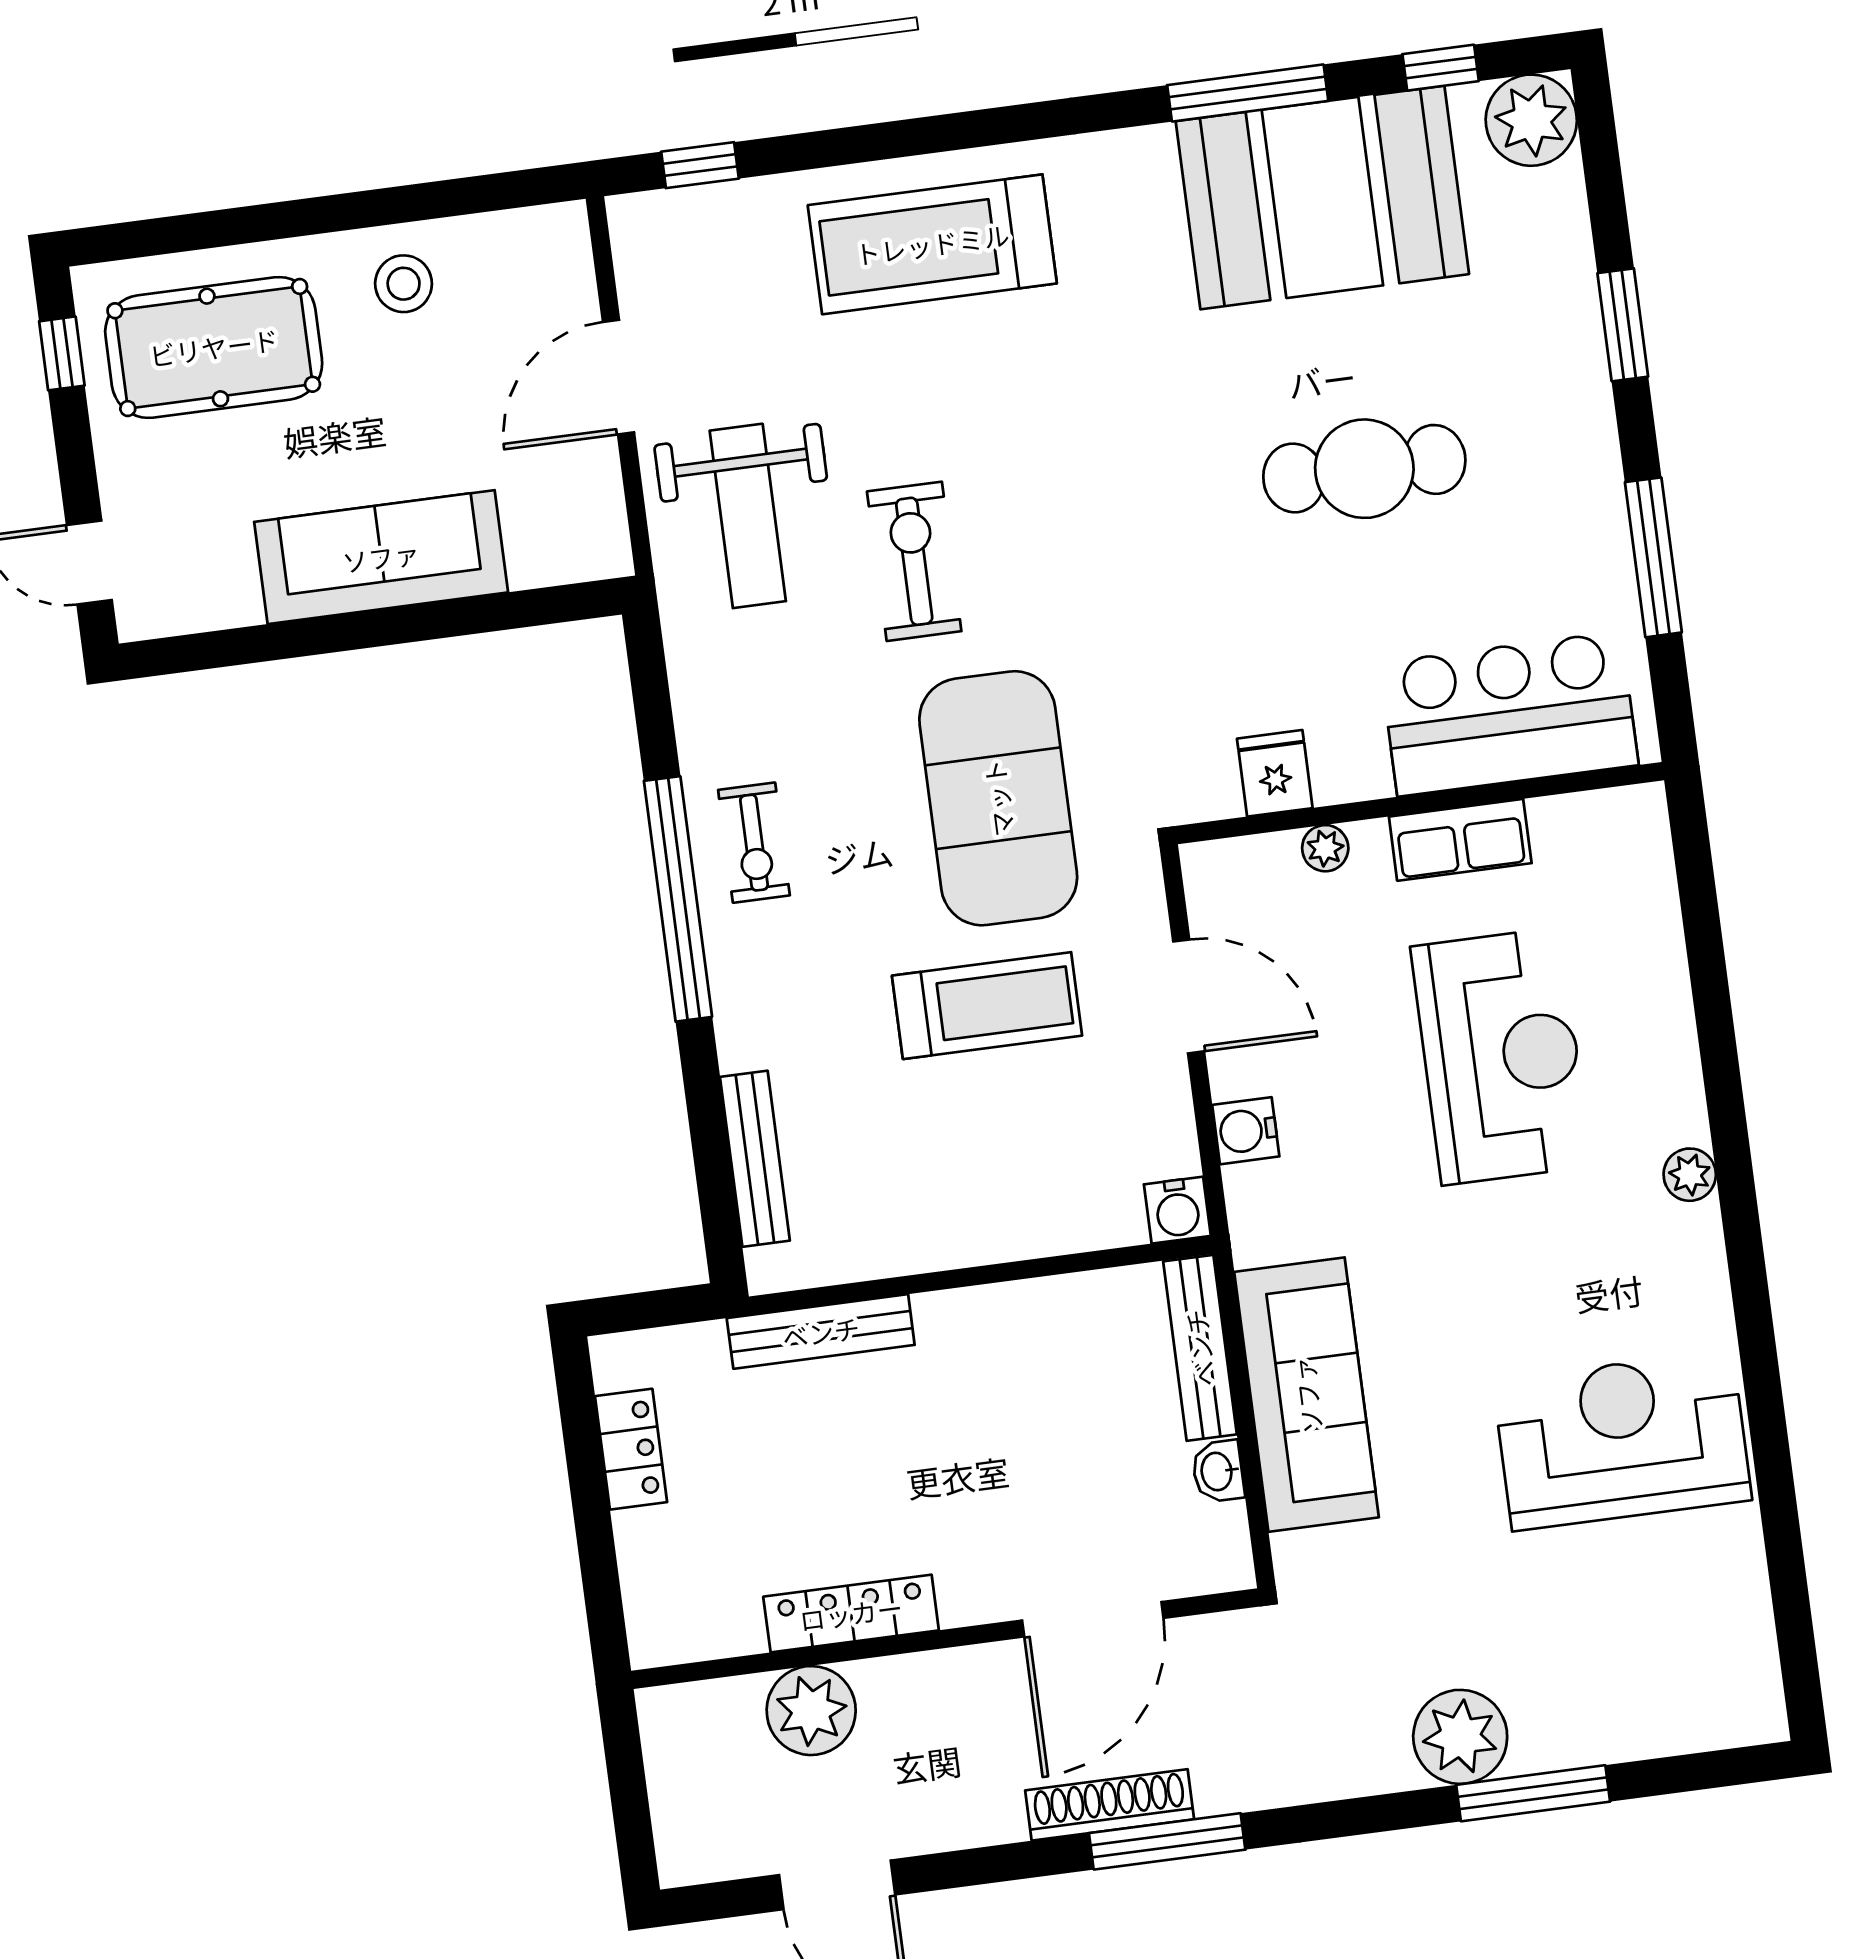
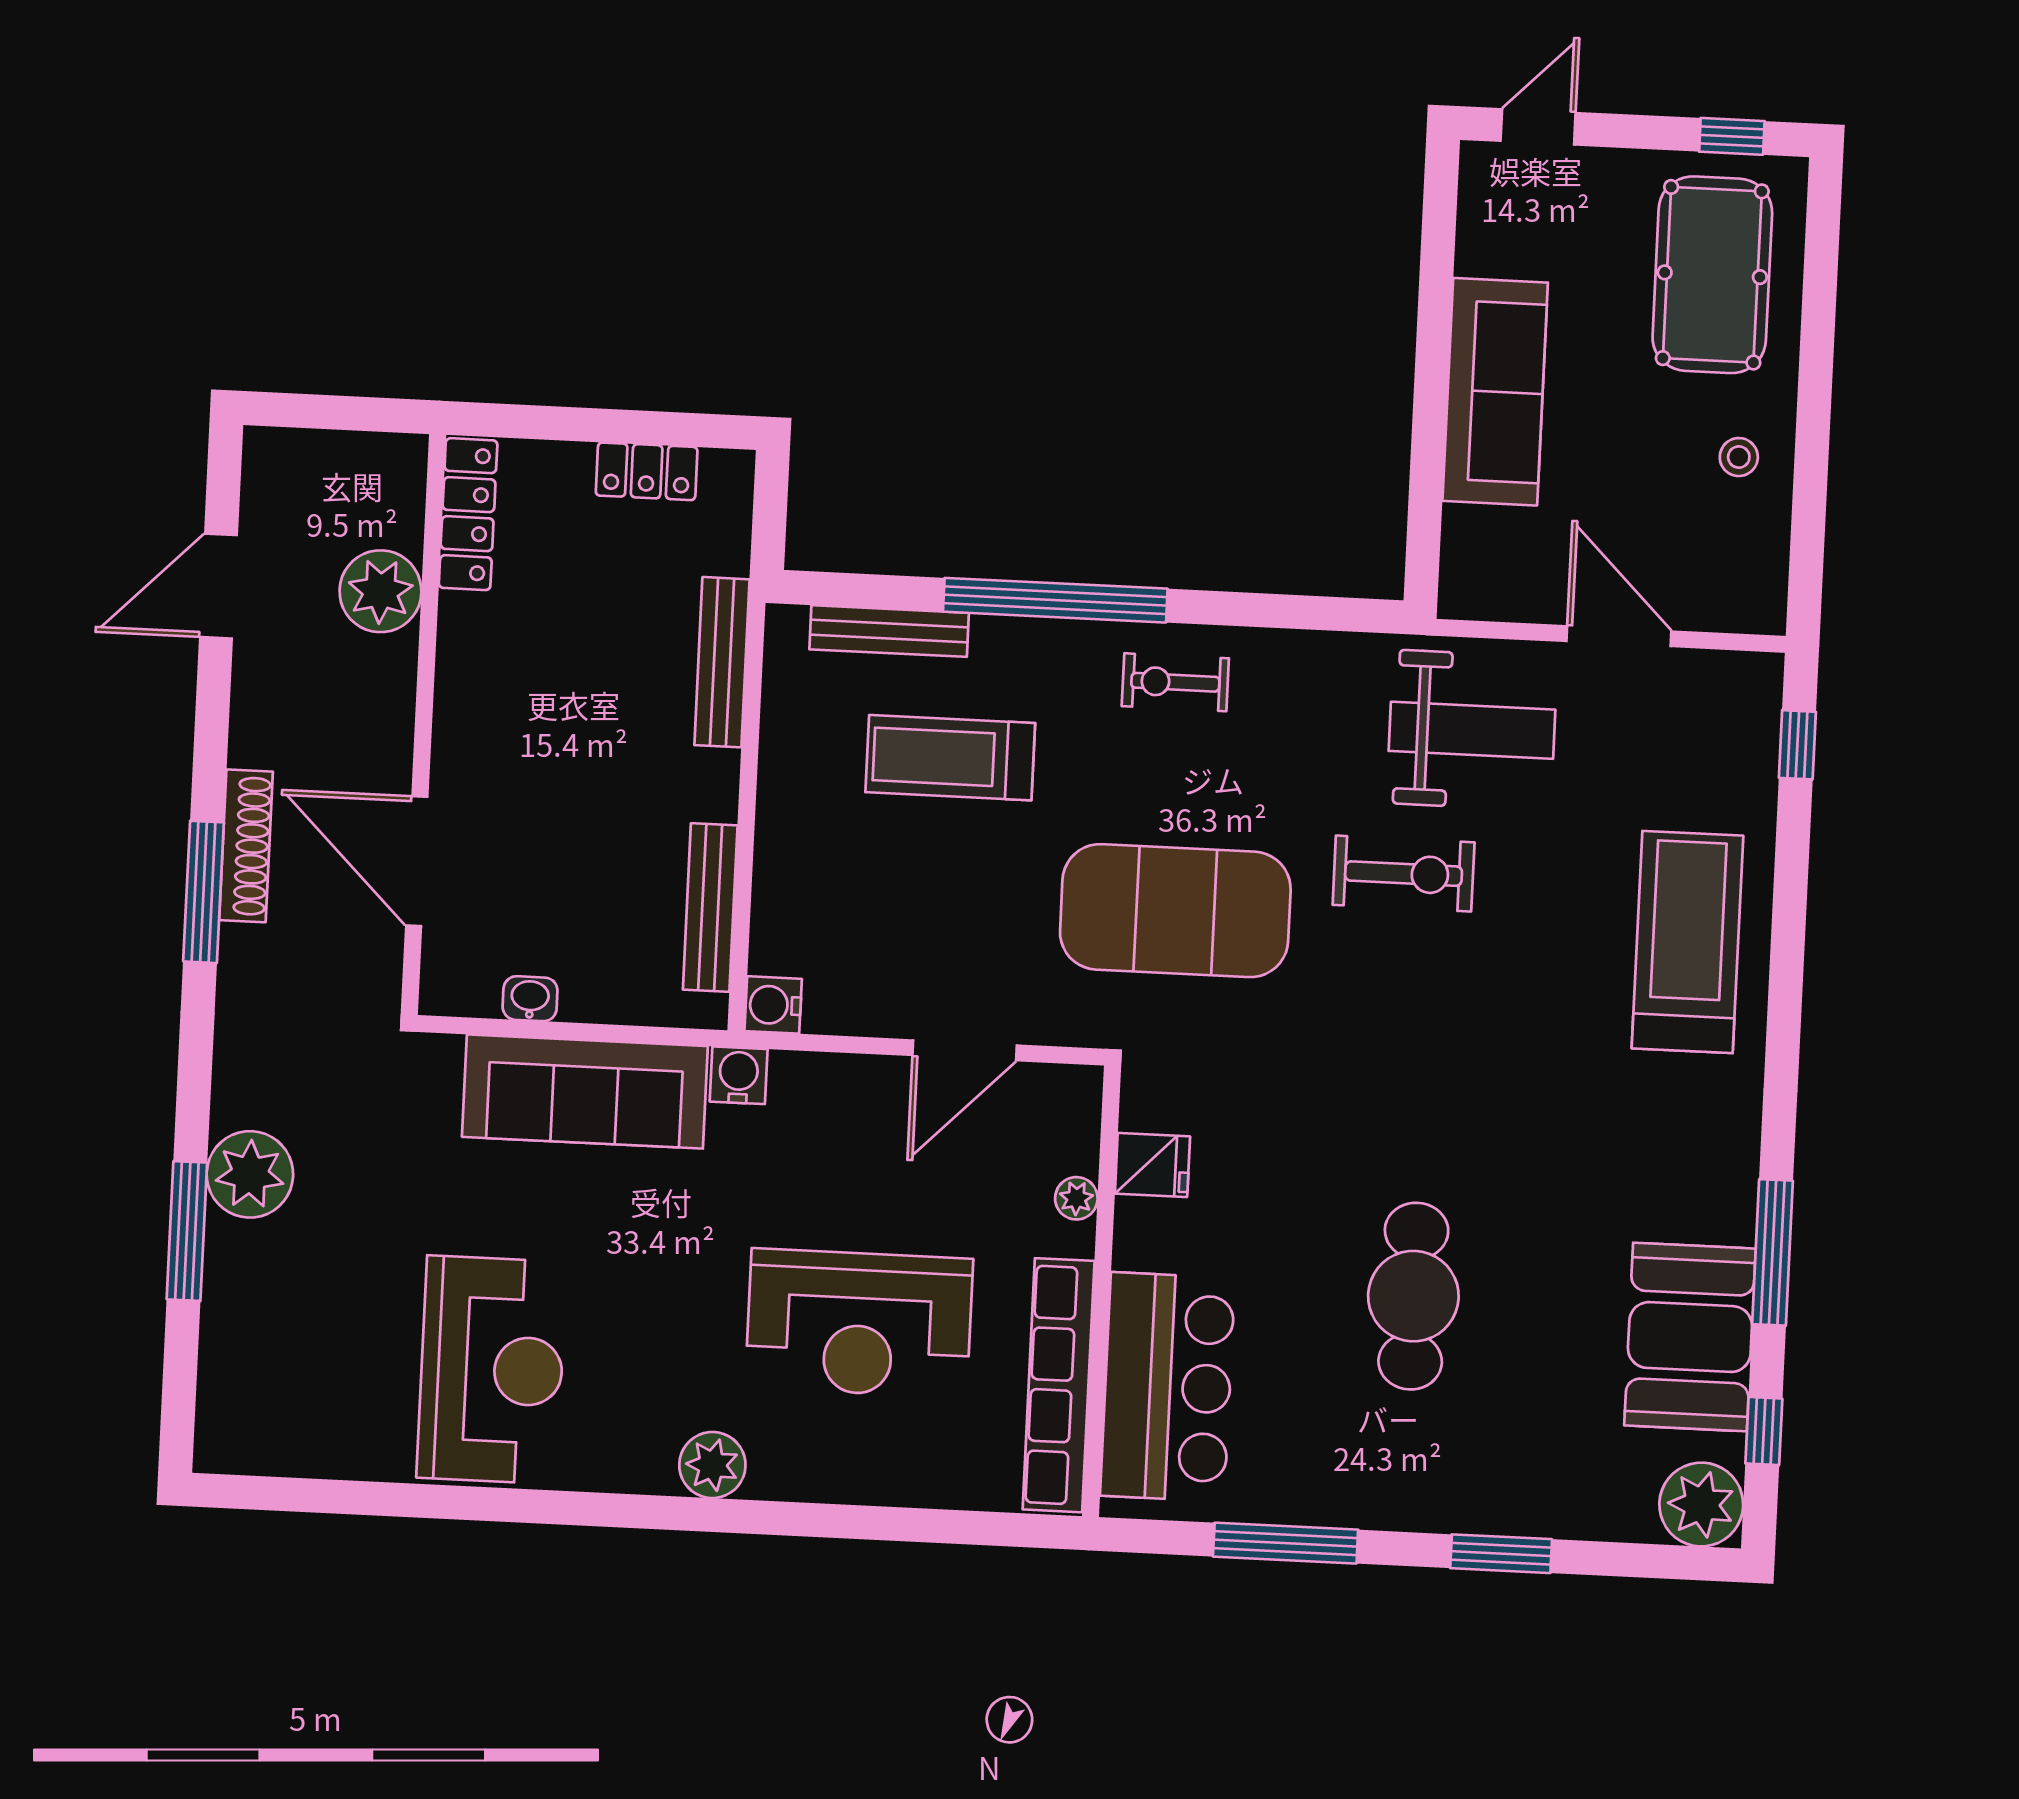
booth: (1322, 198) -> (1690, 1337), width x0.73, depth x0.70
stool: (404, 284) -> (1739, 457), width x0.73, depth x0.73
weight bench: (748, 516) -> (1472, 730), turned 180
row of seats: (1460, 840) -> (1059, 1385), width x2.02
window: (678, 899) -> (1055, 600), moved
treadmill: (987, 1006) -> (950, 758), moved, turned 90
water cooler: (1246, 1131) -> (739, 1075), moved
plant: (1690, 1175) -> (712, 1465), width x1.38, depth x1.38
bench: (1200, 1348) -> (710, 908), moved, turned 90
locker: (851, 1613) -> (468, 514), moved

